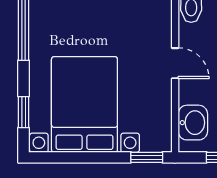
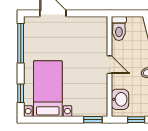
bed with nightstands: (84, 104) -> (48, 89), width x0.73

